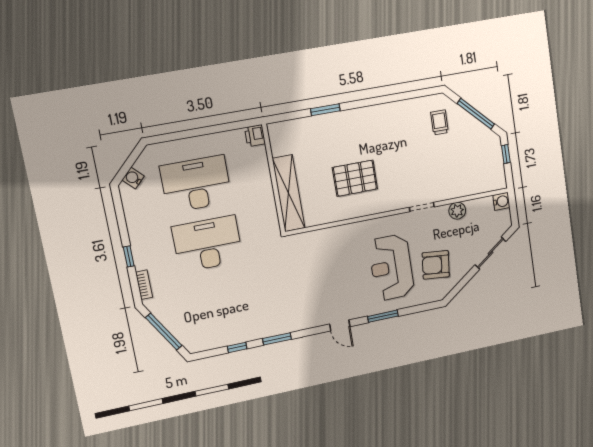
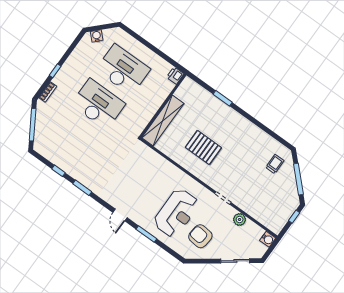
reception desk: (391, 267) -> (176, 213), turned 180

